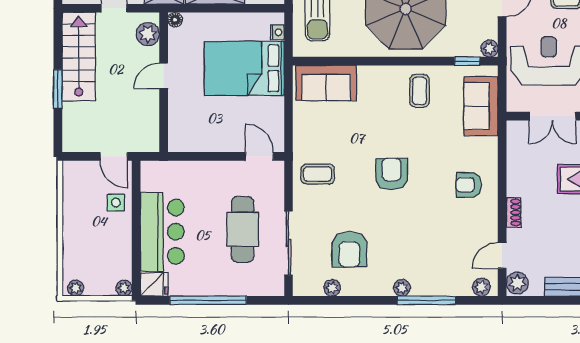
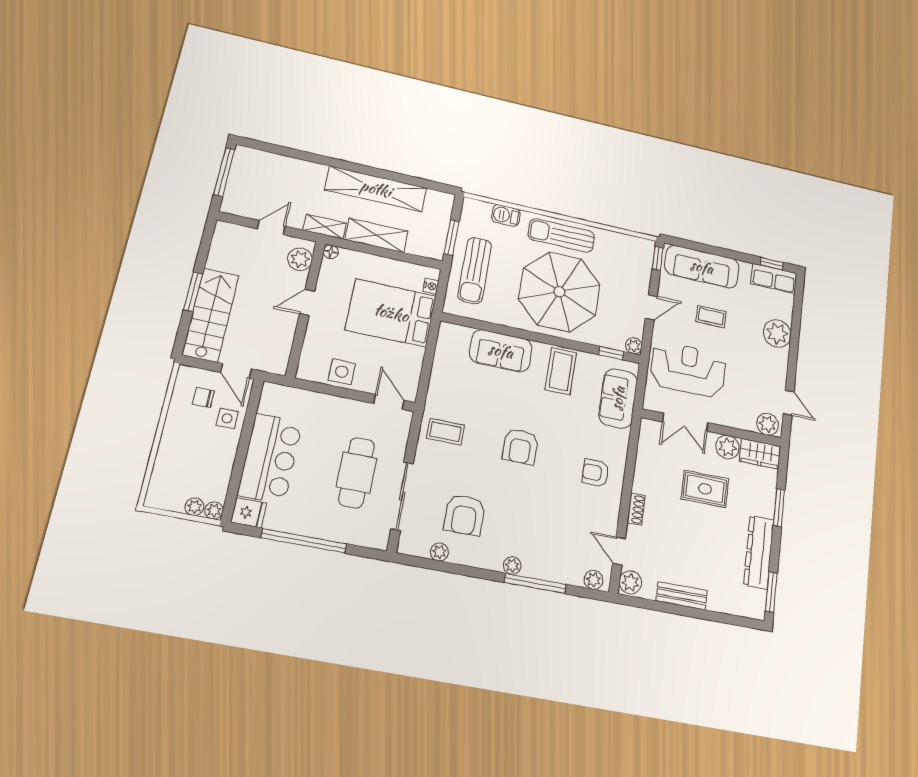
stairs: (79, 57) -> (211, 315), moved
sofa: (326, 83) -> (501, 351), moved
coffee table: (419, 91) -> (561, 371), width x1.36, depth x1.30
side table: (210, 136) -> (342, 372), added
armchair: (392, 174) -> (520, 447), turned 180
chair: (91, 188) -> (203, 397), added
door: (502, 255) -> (619, 551), hinge flipped
plant: (76, 288) -> (194, 507), moved

